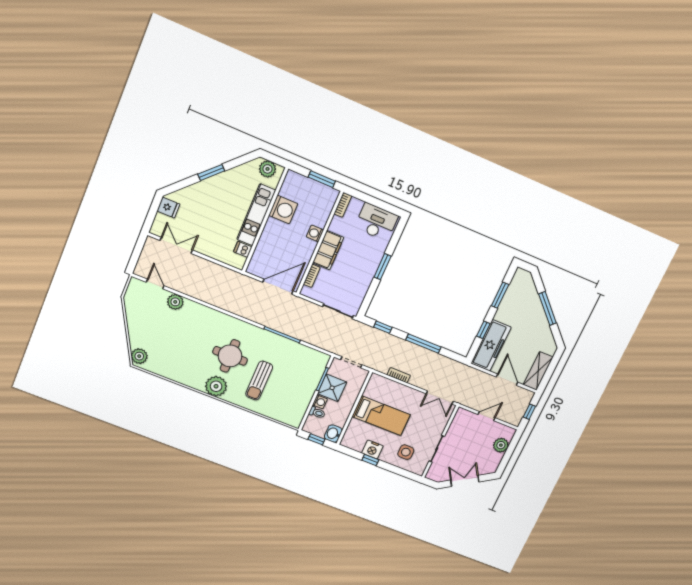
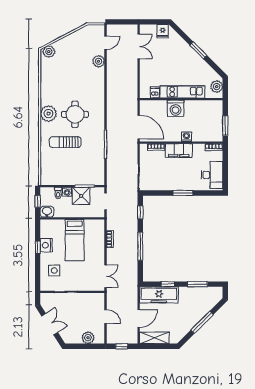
washing machine: (283, 210) -> (176, 108), moved
double door: (440, 398) -> (106, 276), swing flipped

